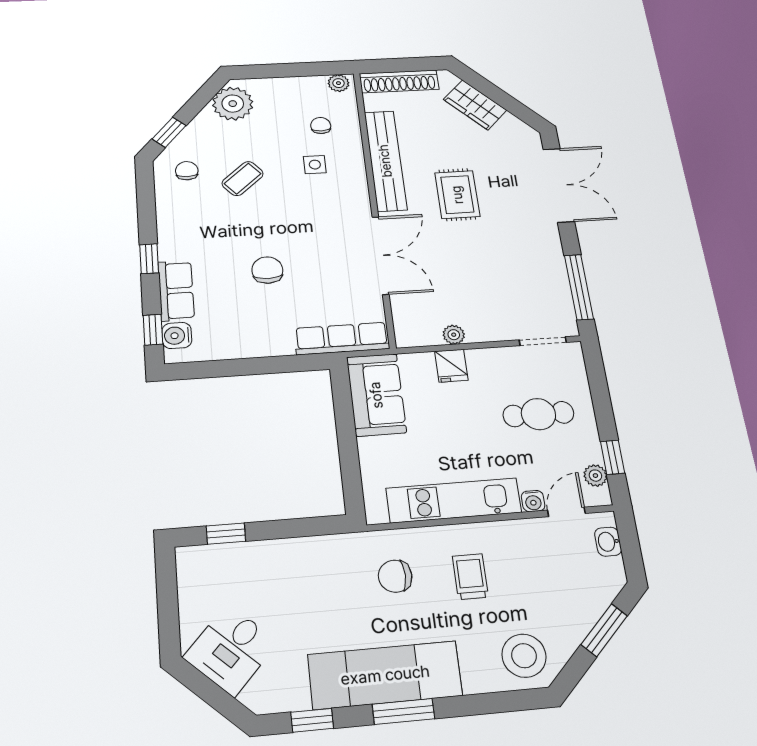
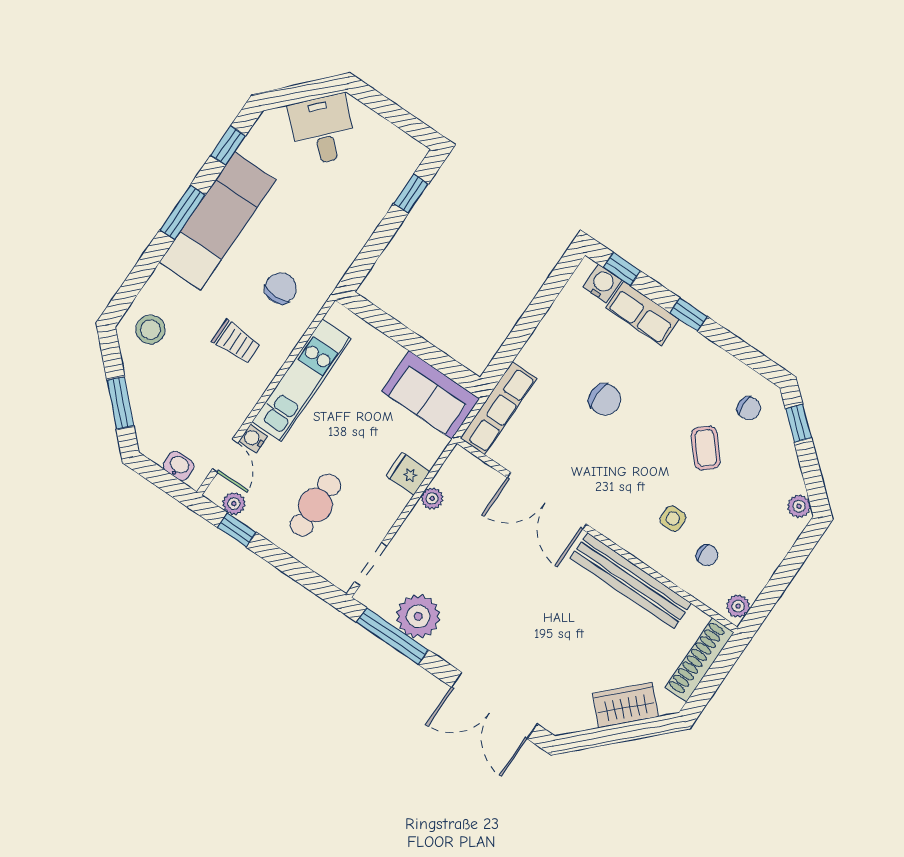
plant: (233, 104) -> (799, 506), width x0.53, depth x0.53
rug: (457, 195) -> (552, 612), removed
plant: (548, 280) -> (418, 616), added
stool: (524, 656) -> (150, 329), width x0.73, depth x0.73

